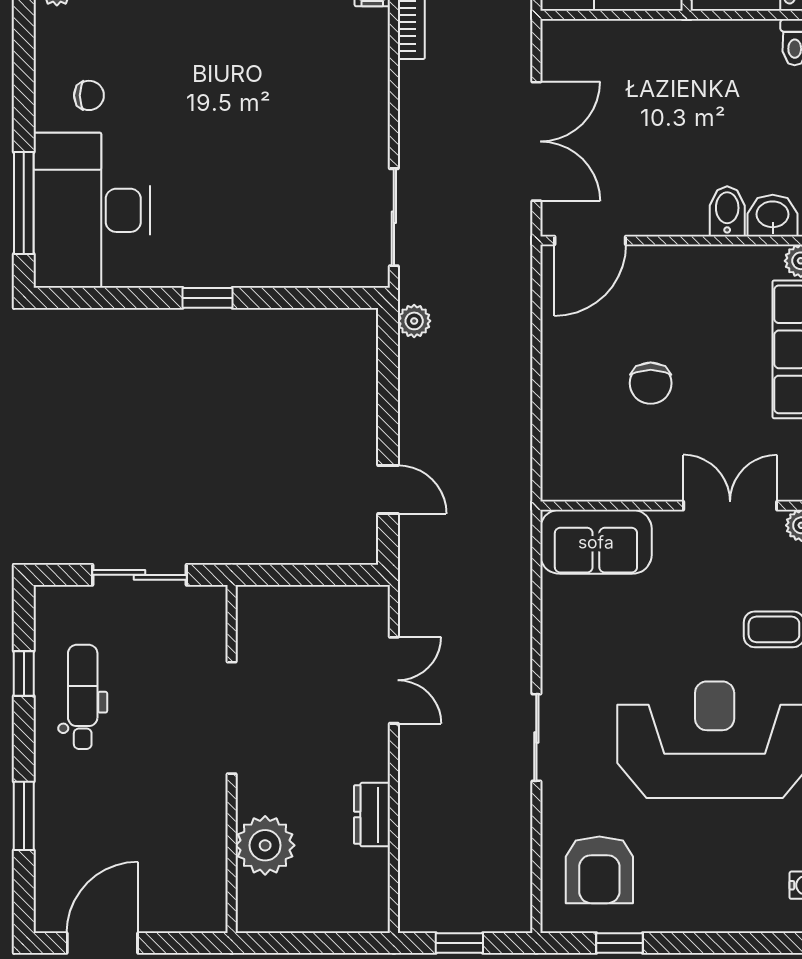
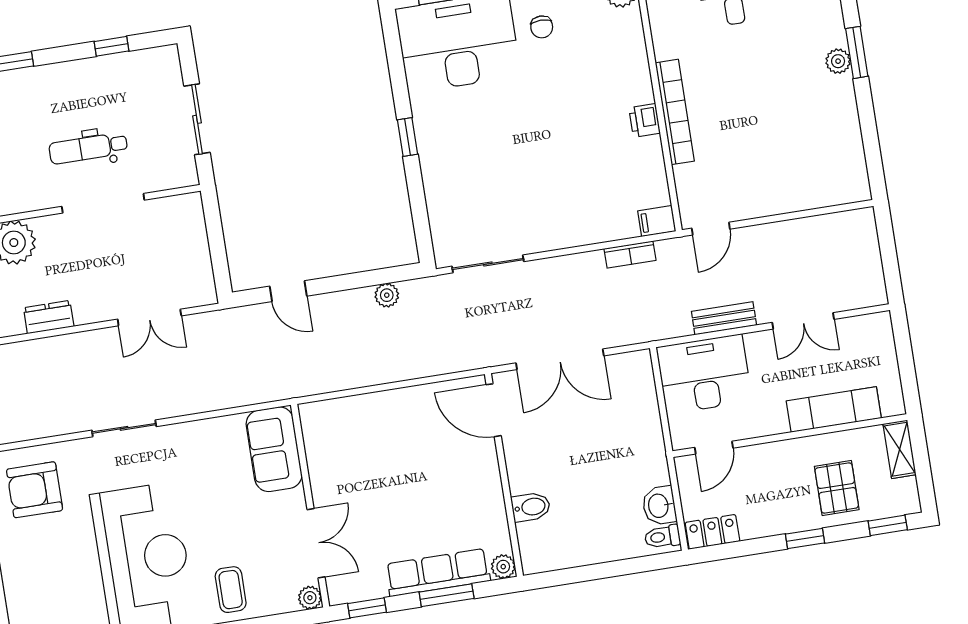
washbasin: (773, 216) -> (659, 506), moved, turned 180
plant: (414, 321) -> (387, 295), moved
chair: (651, 383) -> (396, 471), removed
door: (388, 489) -> (288, 291), hinge flipped
dental chair: (83, 697) -> (88, 148), moved, turned 180

